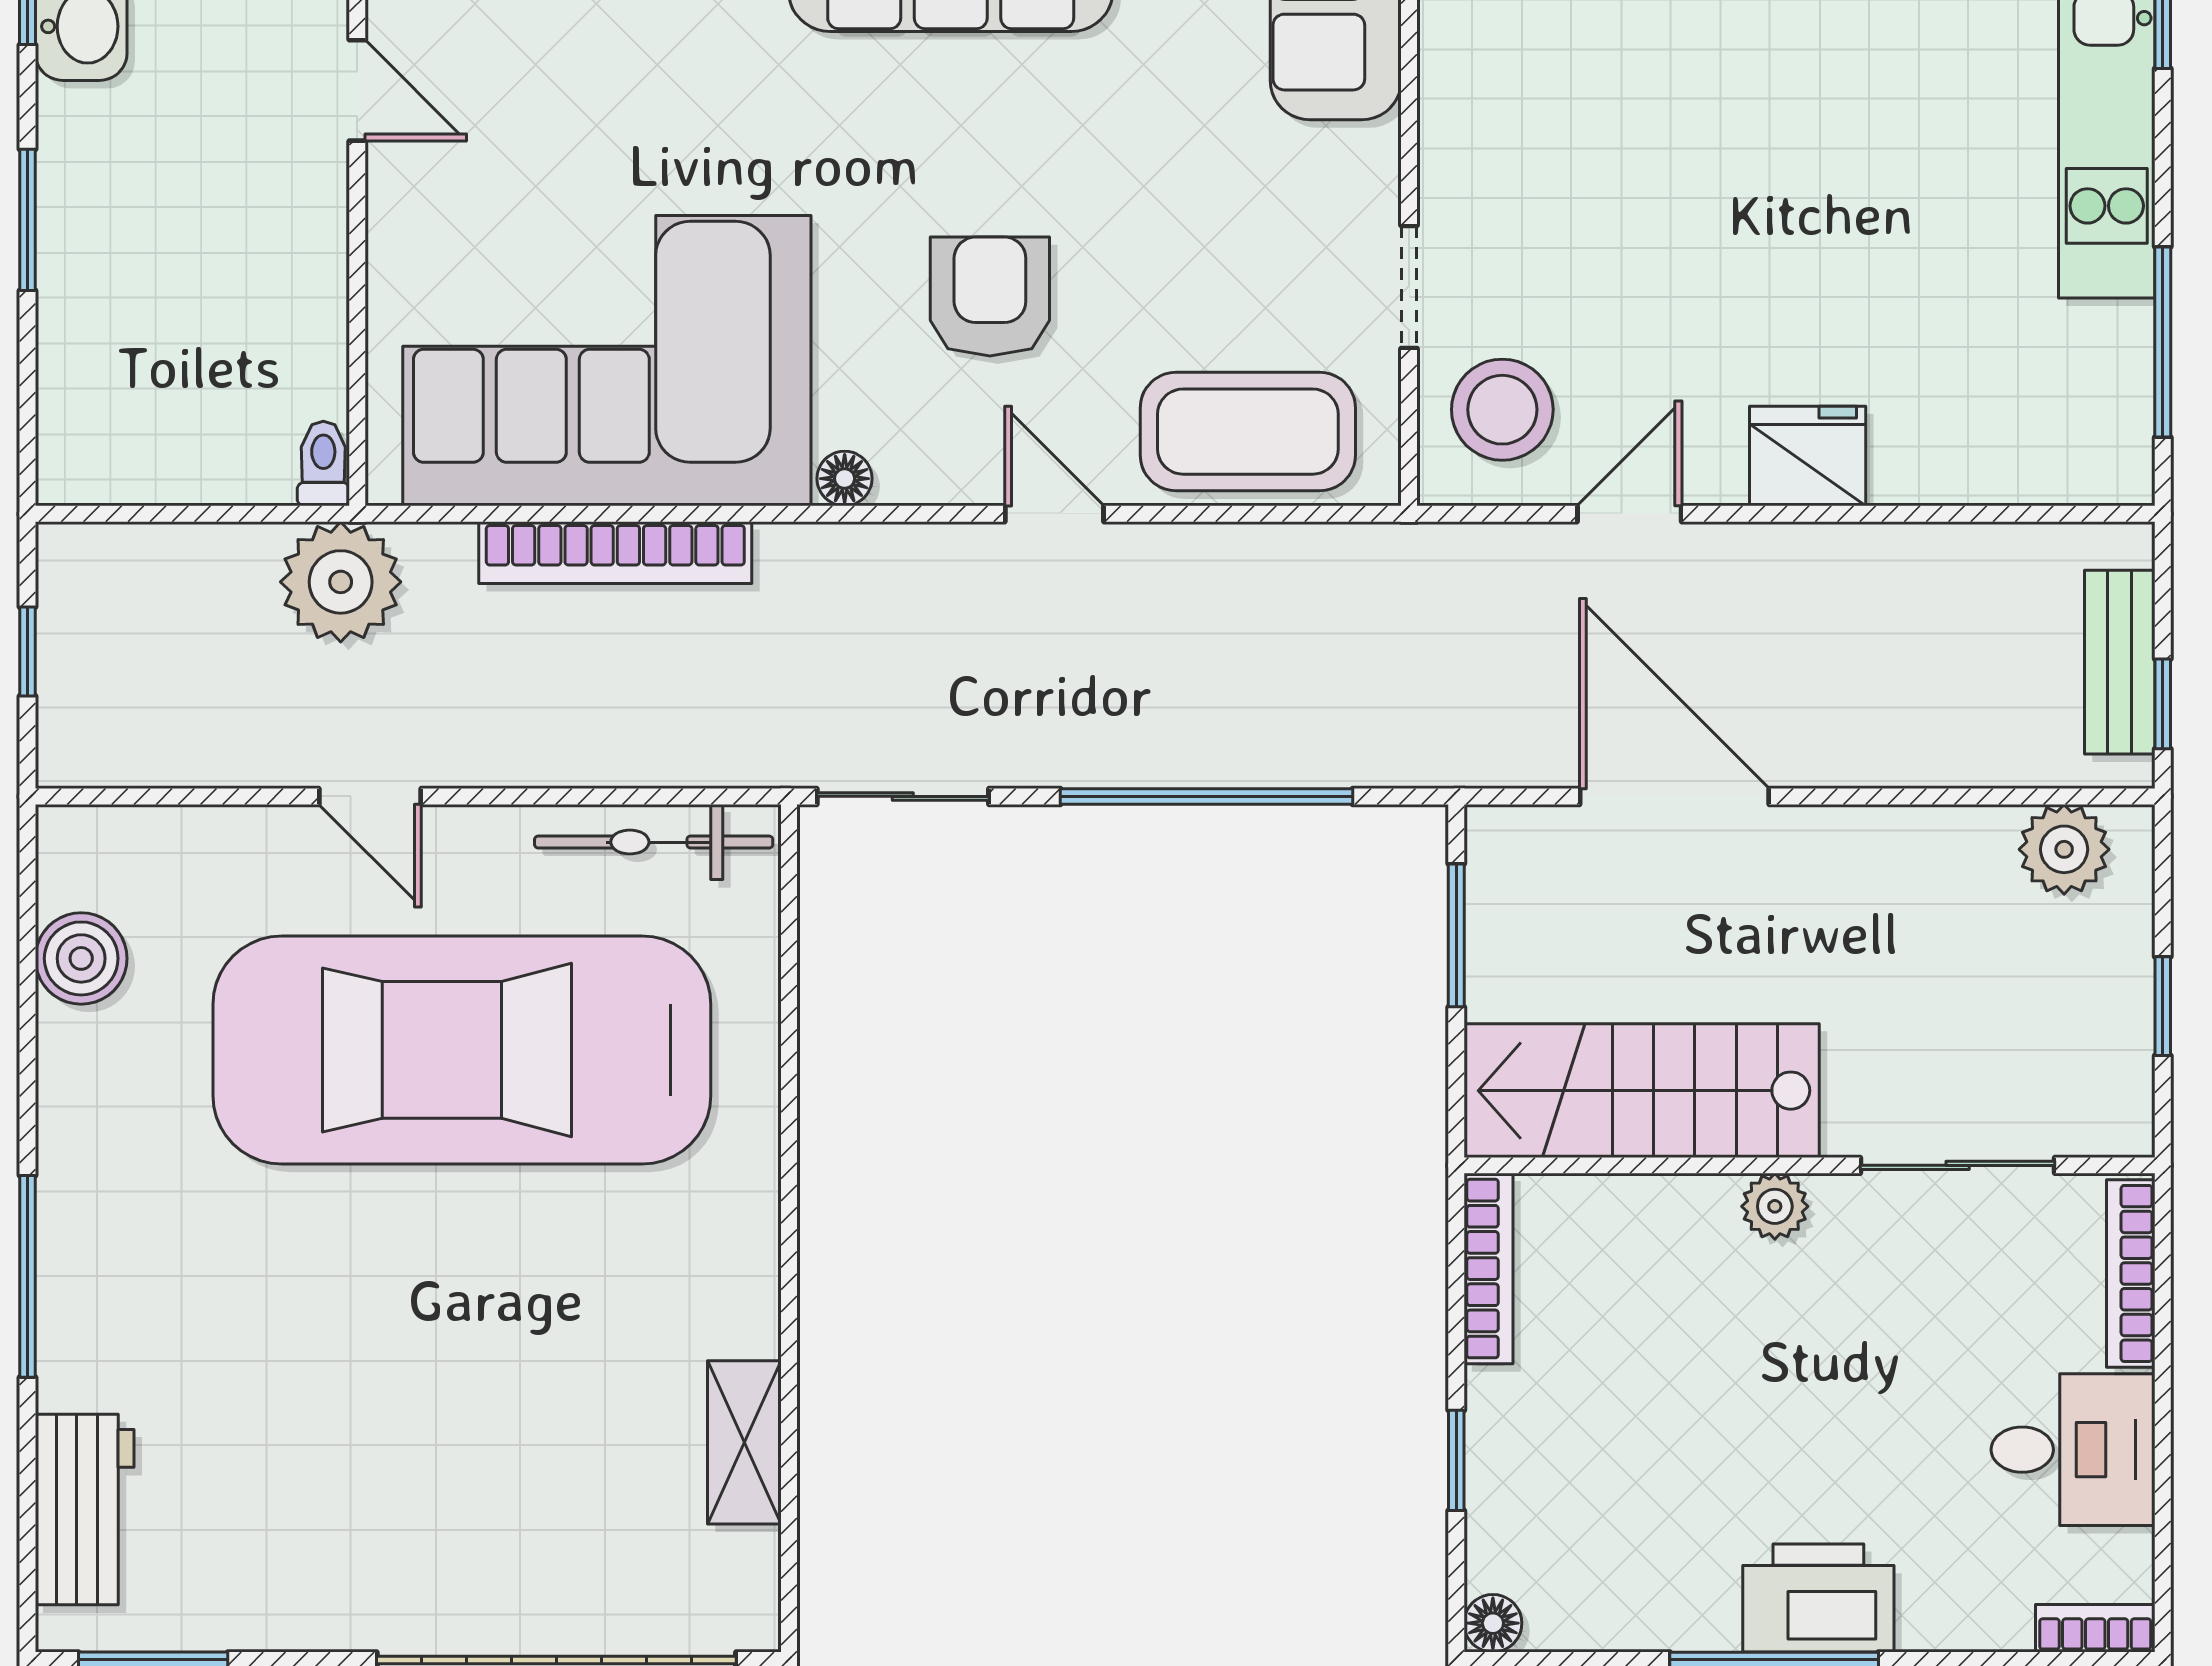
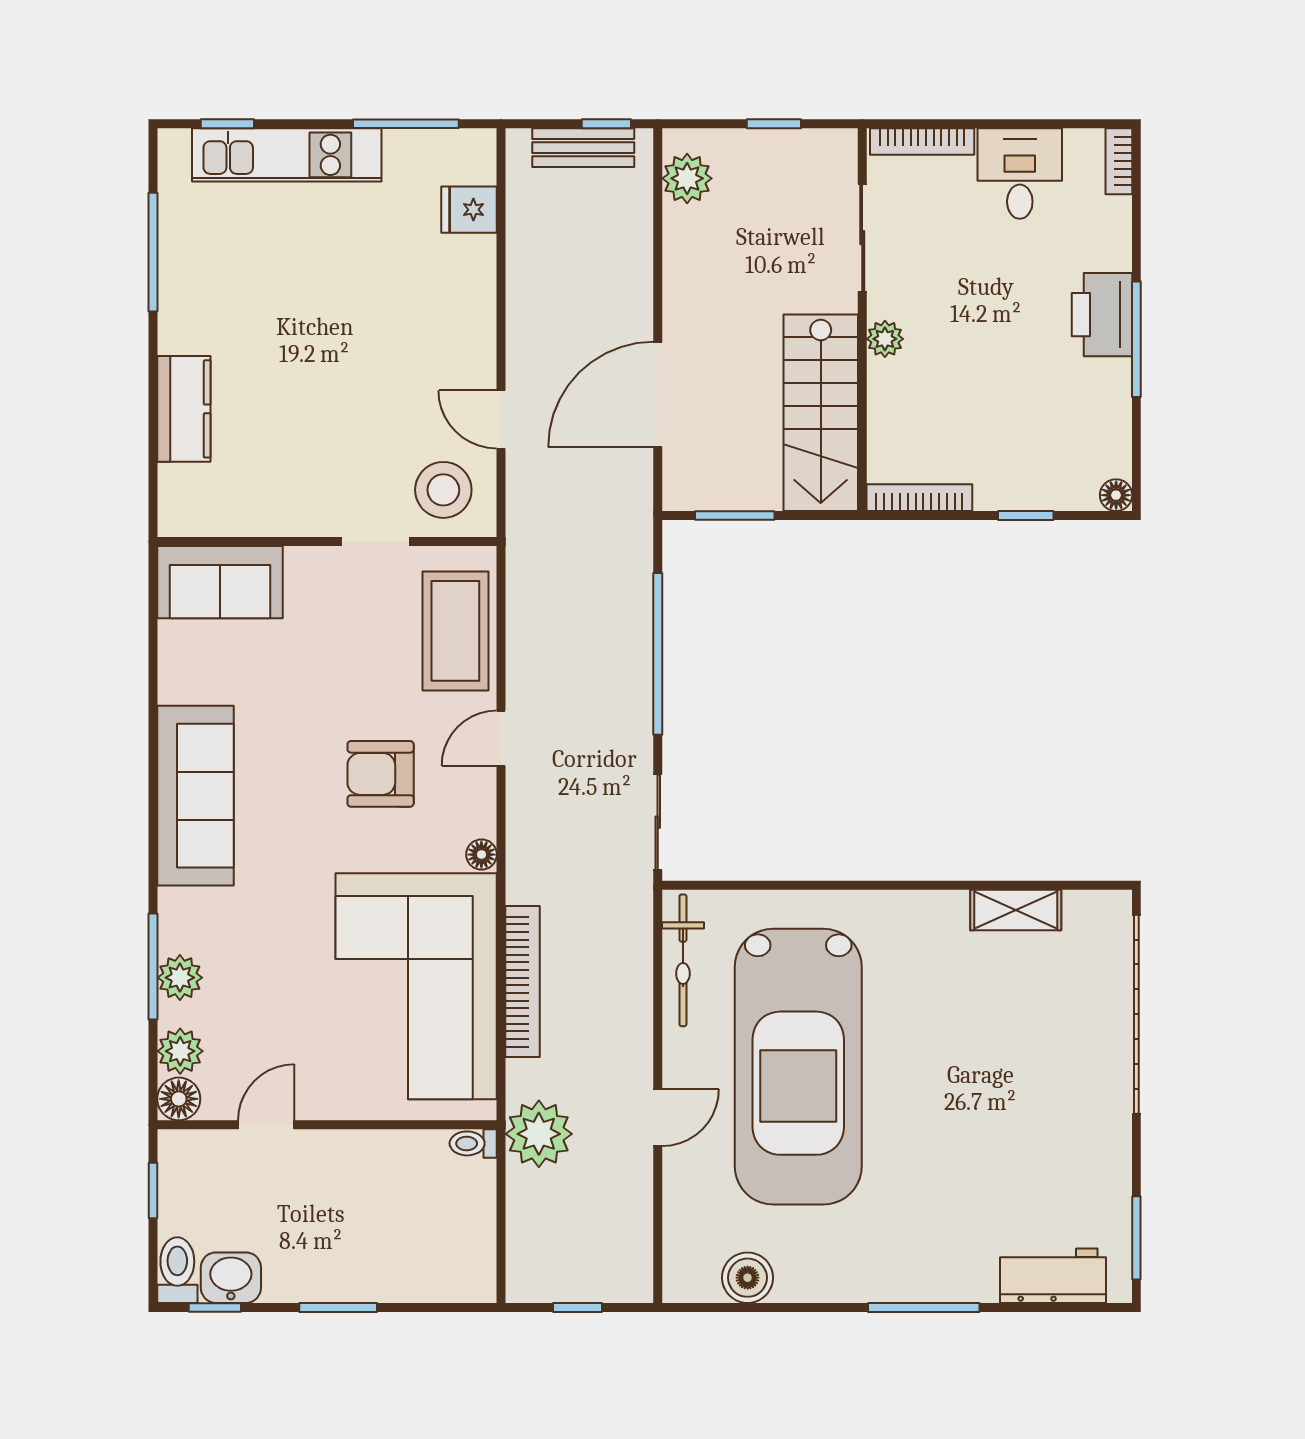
fridge: (1808, 456) -> (469, 210), moved, width x0.72

